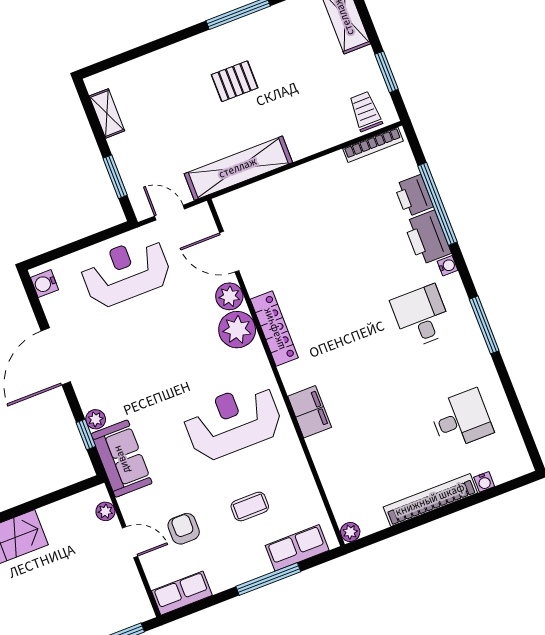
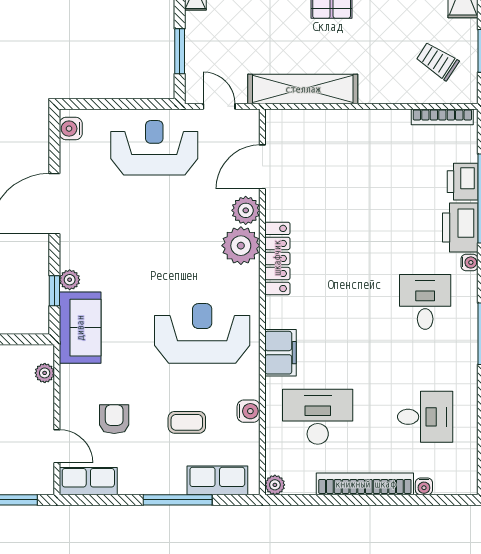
trolley: (366, 111) -> (437, 61), moved, turned -57
door: (229, 252) -> (262, 167), hinge flipped
desk: (365, 456) -> (318, 417), added
water cooler: (301, 475) -> (249, 411), added
door: (130, 542) -> (57, 446), moved

